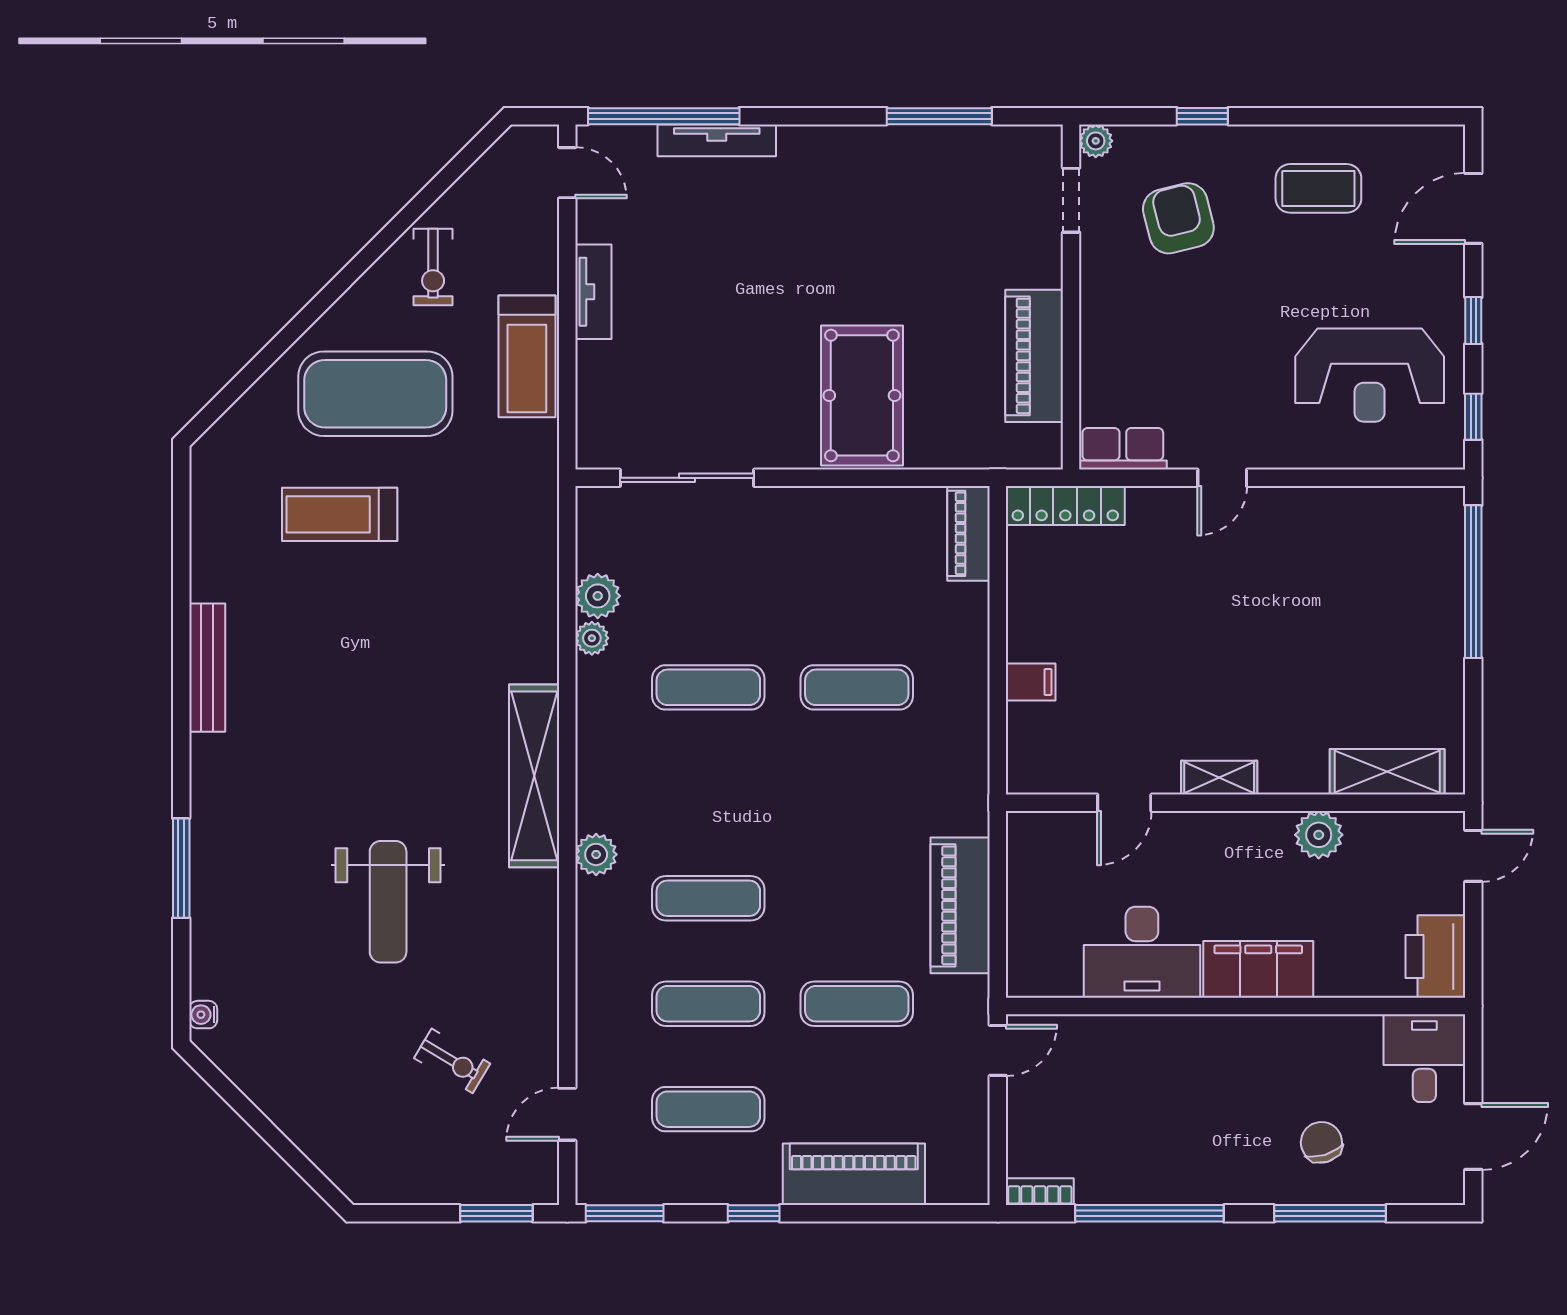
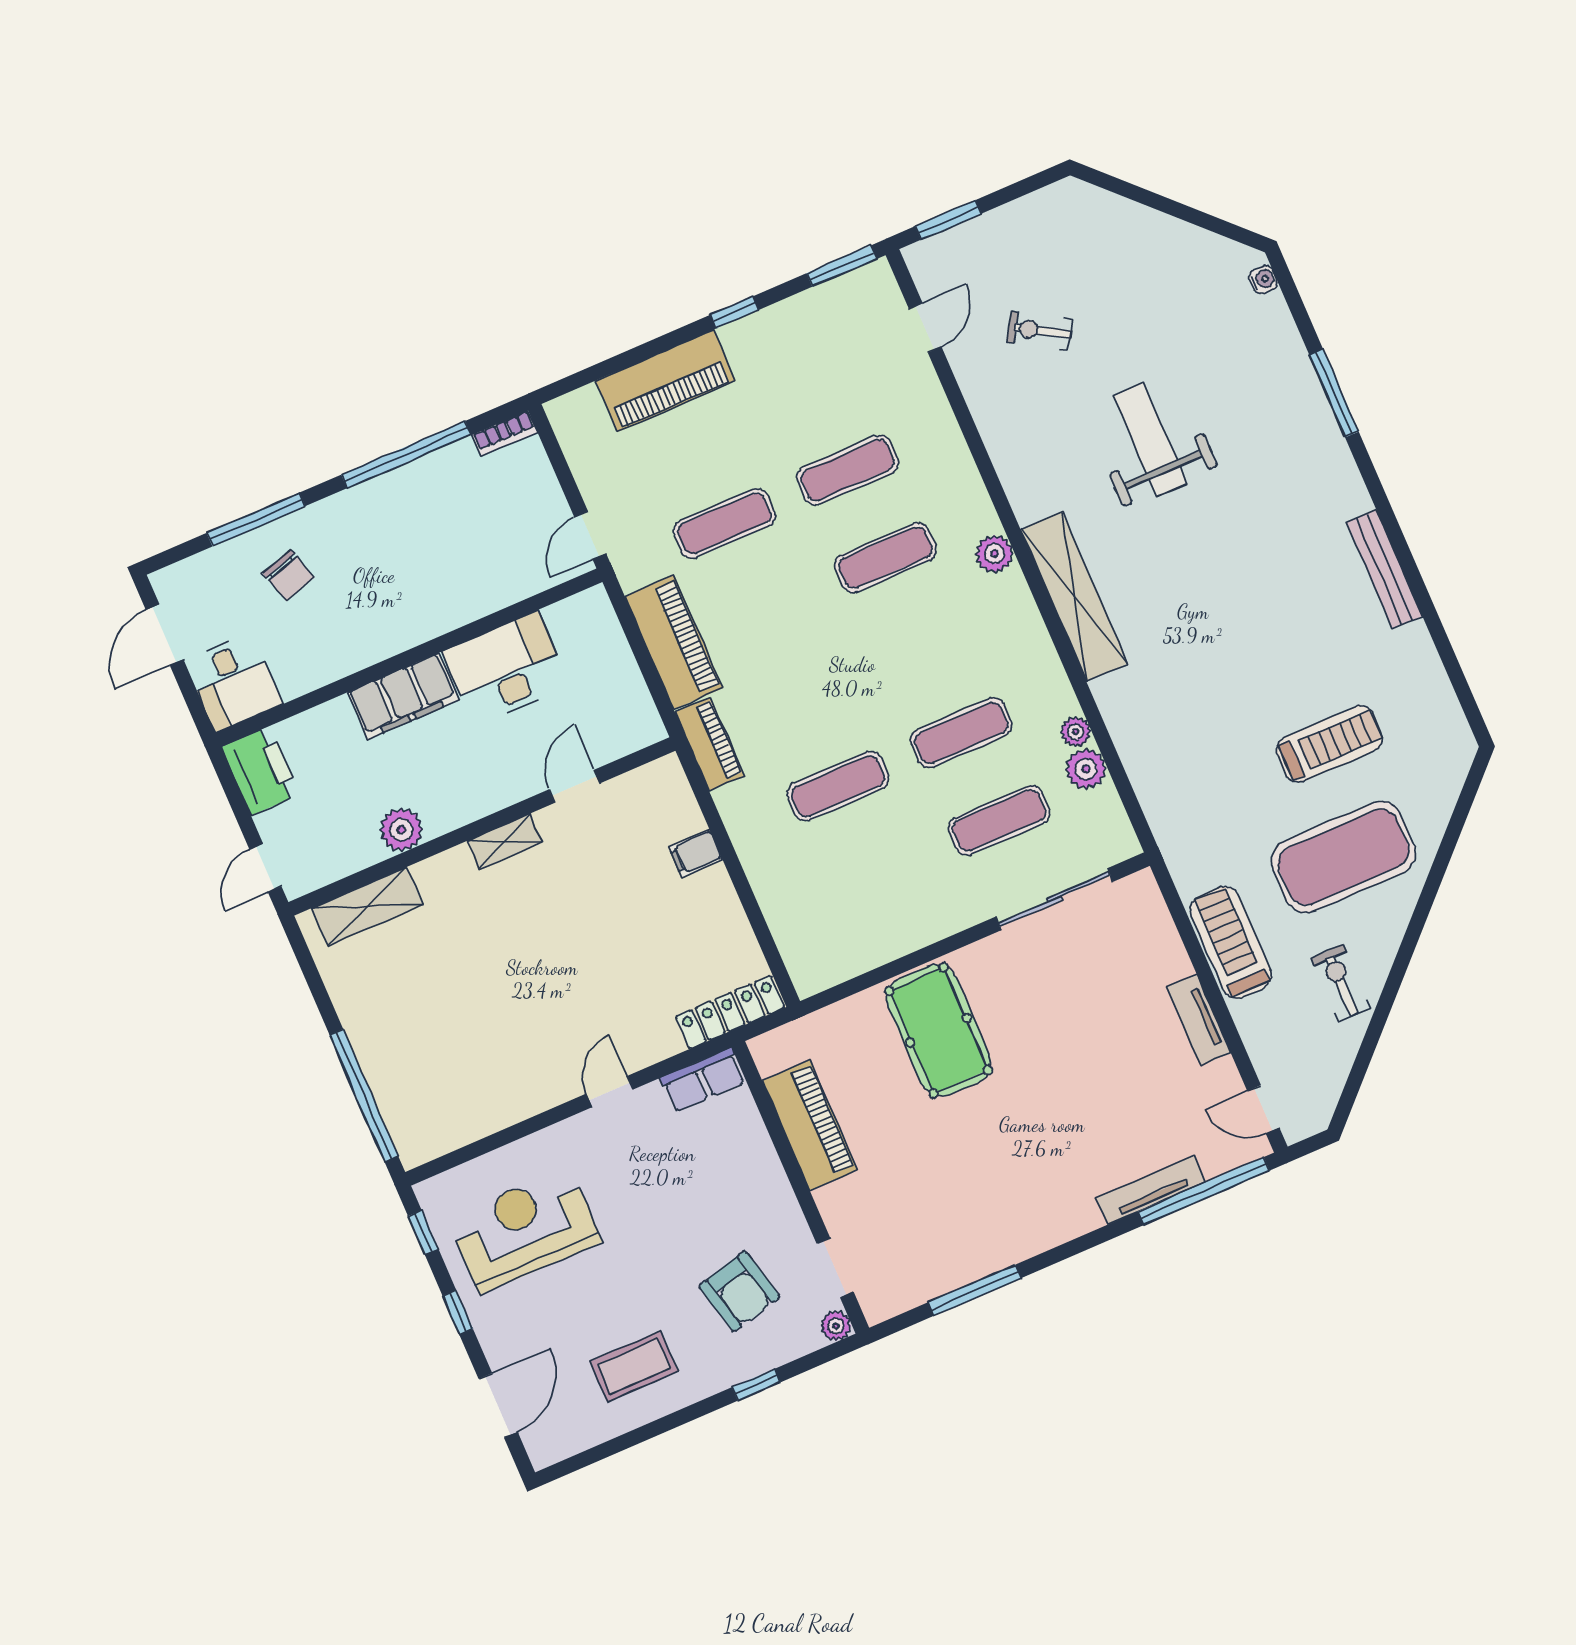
piano: (969, 533) -> (709, 744), moved
exercise mat: (708, 1109) -> (999, 820), moved

